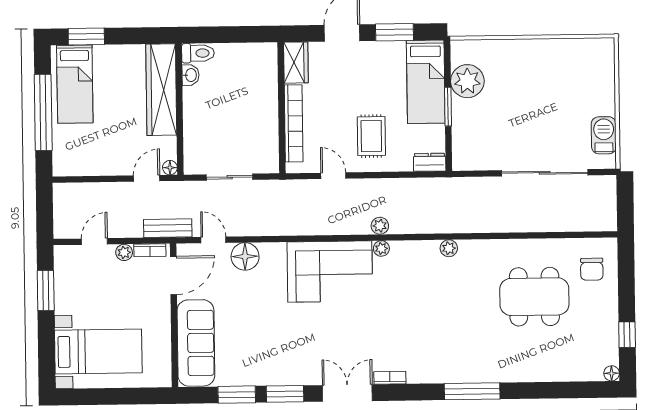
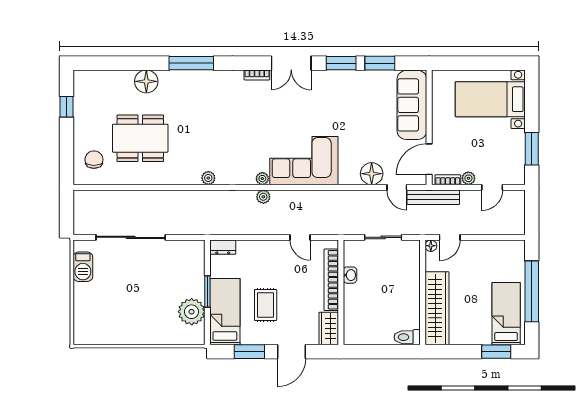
washbasin: (191, 75) -> (350, 275), moved, turned 180
rug: (371, 136) -> (266, 305), moved
bench: (168, 228) -> (433, 197), width x1.36
floor lamp: (612, 373) -> (146, 81), moved, width x1.89, depth x1.89

